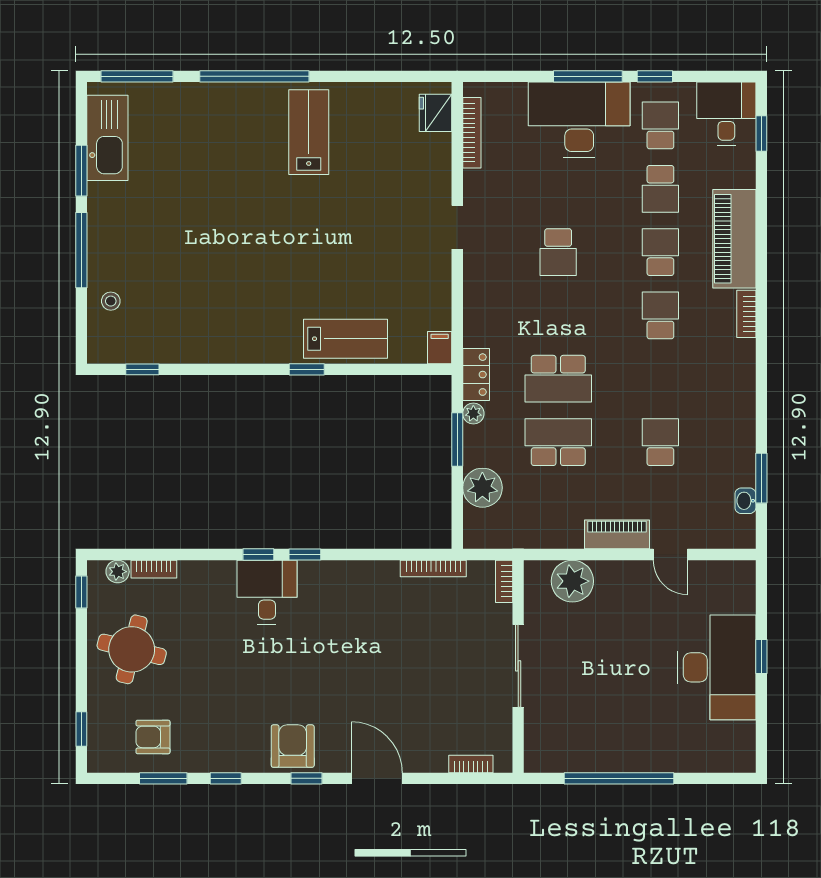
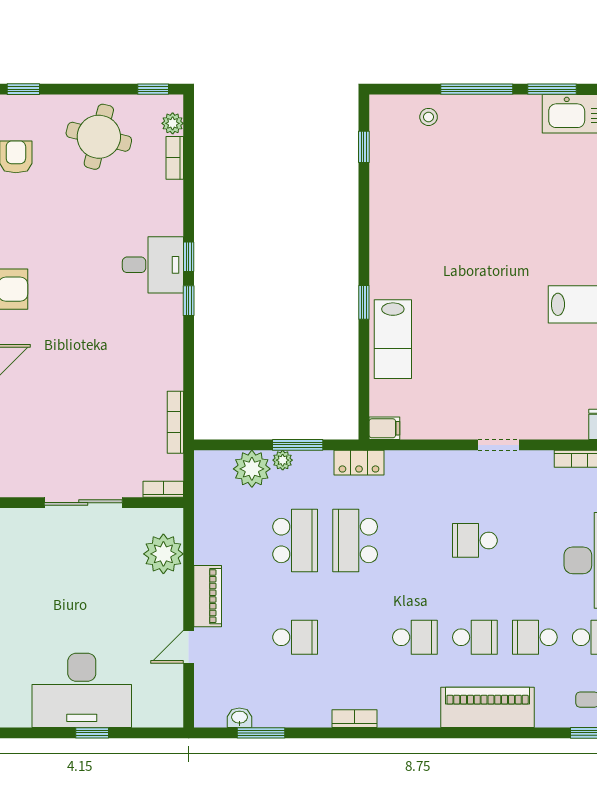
bookcase: (746, 314) -> (355, 719), moved
plant: (473, 414) -> (283, 460), moved

